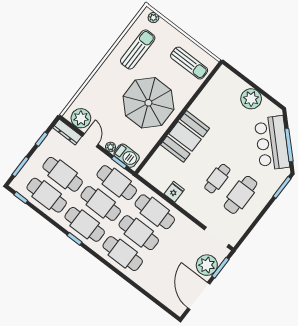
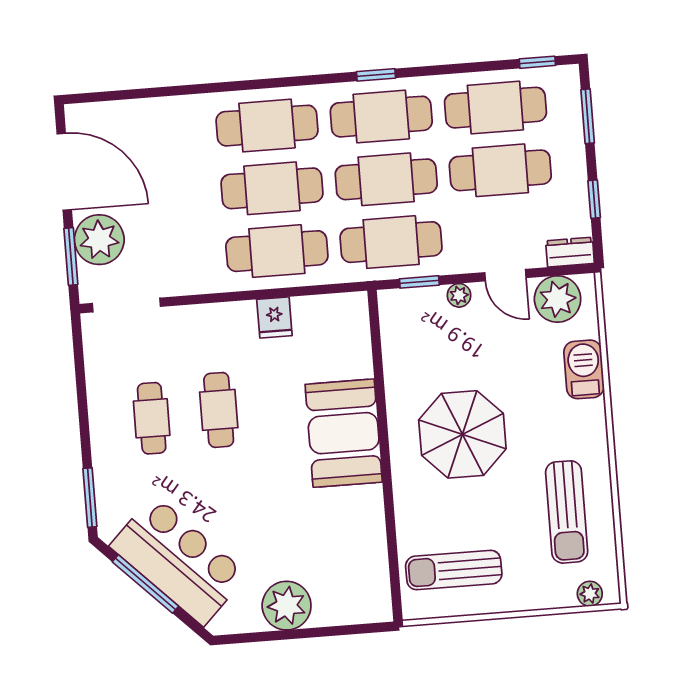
parasol: (148, 103) -> (462, 434), width x0.73, depth x0.73
dresser: (67, 132) -> (570, 252), width x0.70
barbecue: (127, 156) -> (584, 369), moved, turned 90
cafe table: (241, 195) -> (152, 418), width x0.73, depth x0.74

